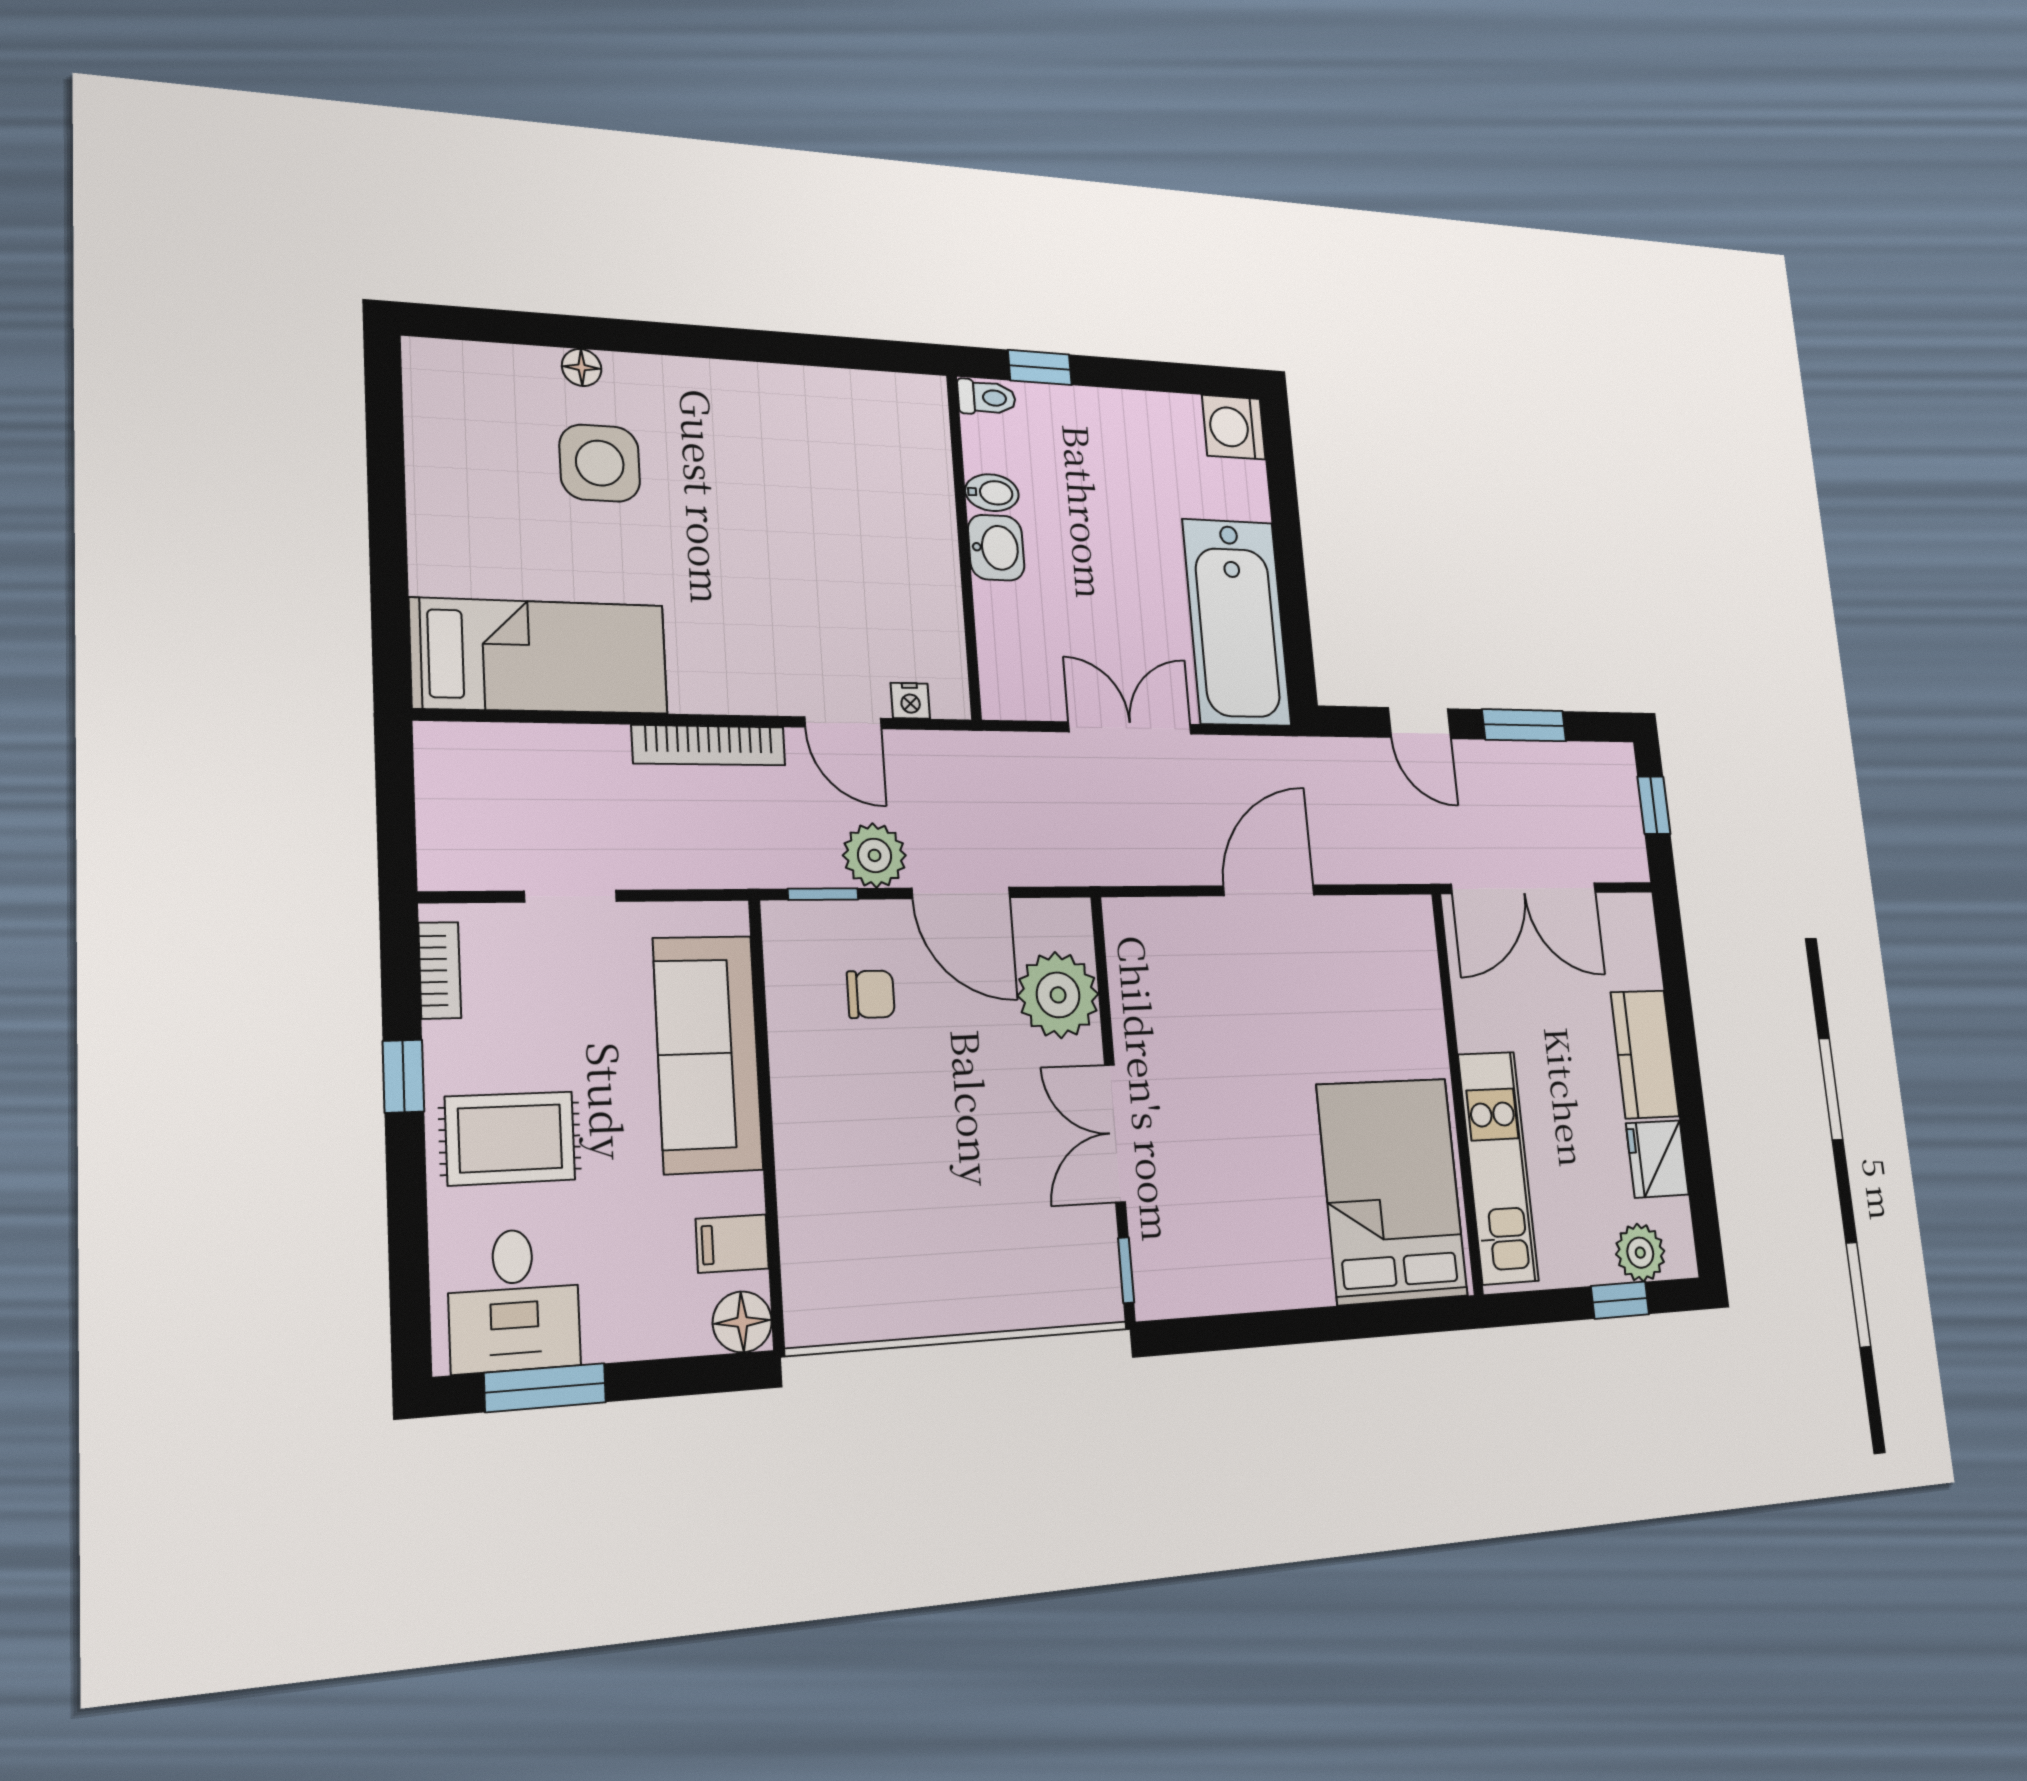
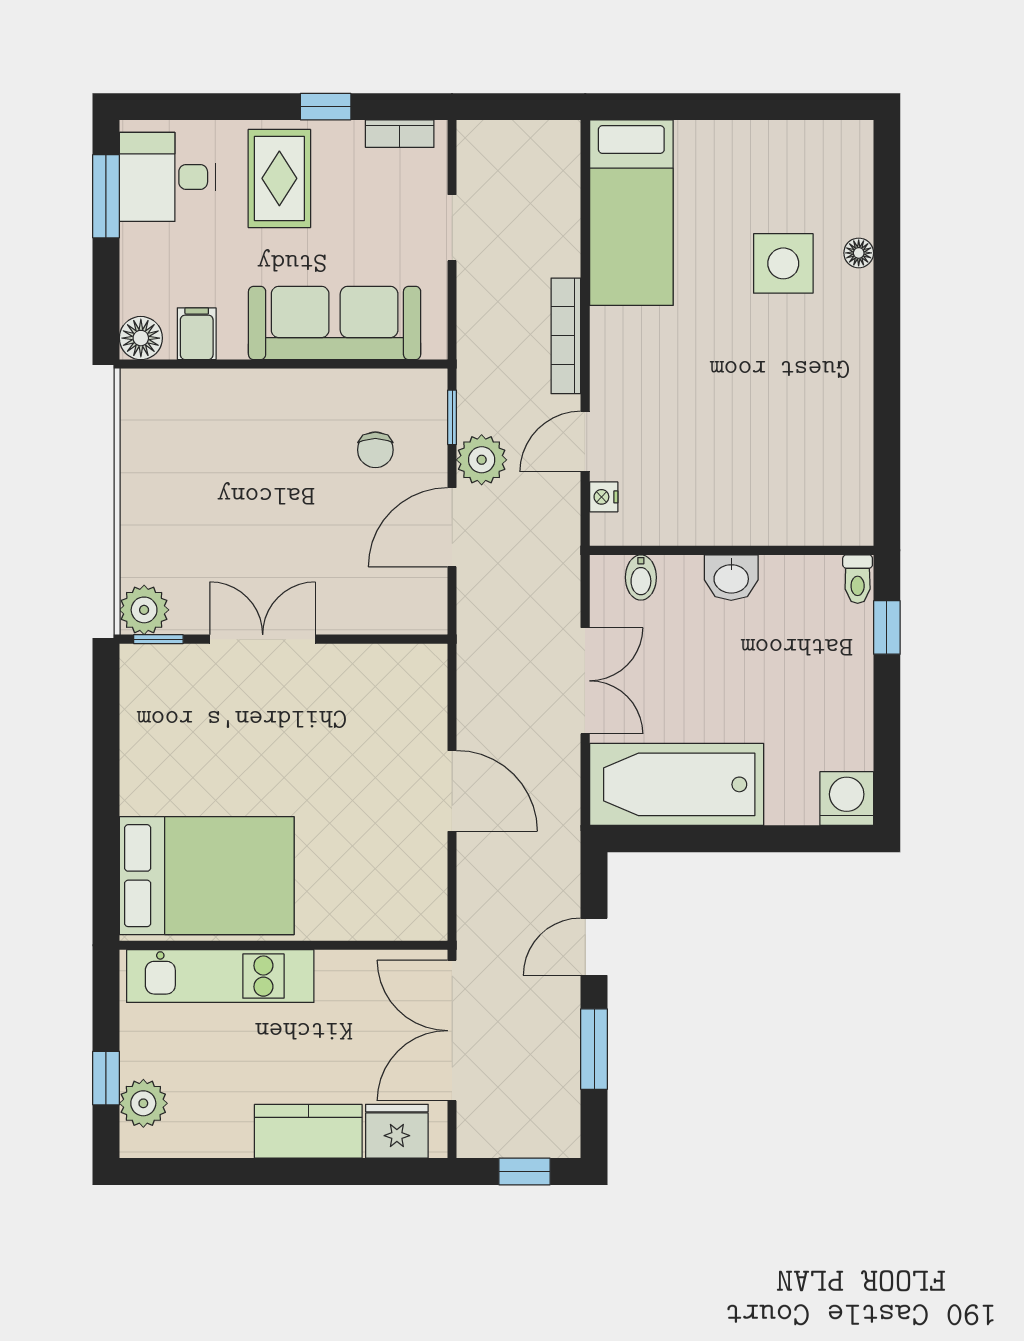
bidet: (992, 493) -> (641, 577), moved
plant: (1058, 995) -> (144, 610), moved, width x0.73, depth x0.73
fridge: (1657, 1159) -> (397, 1131), moved

